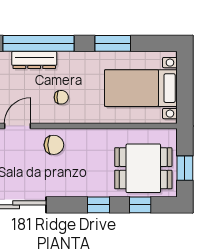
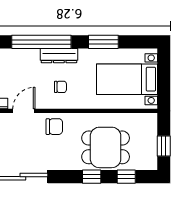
dresser: (34, 60) -> (59, 56), moved
dining table: (143, 168) -> (106, 147), moved

